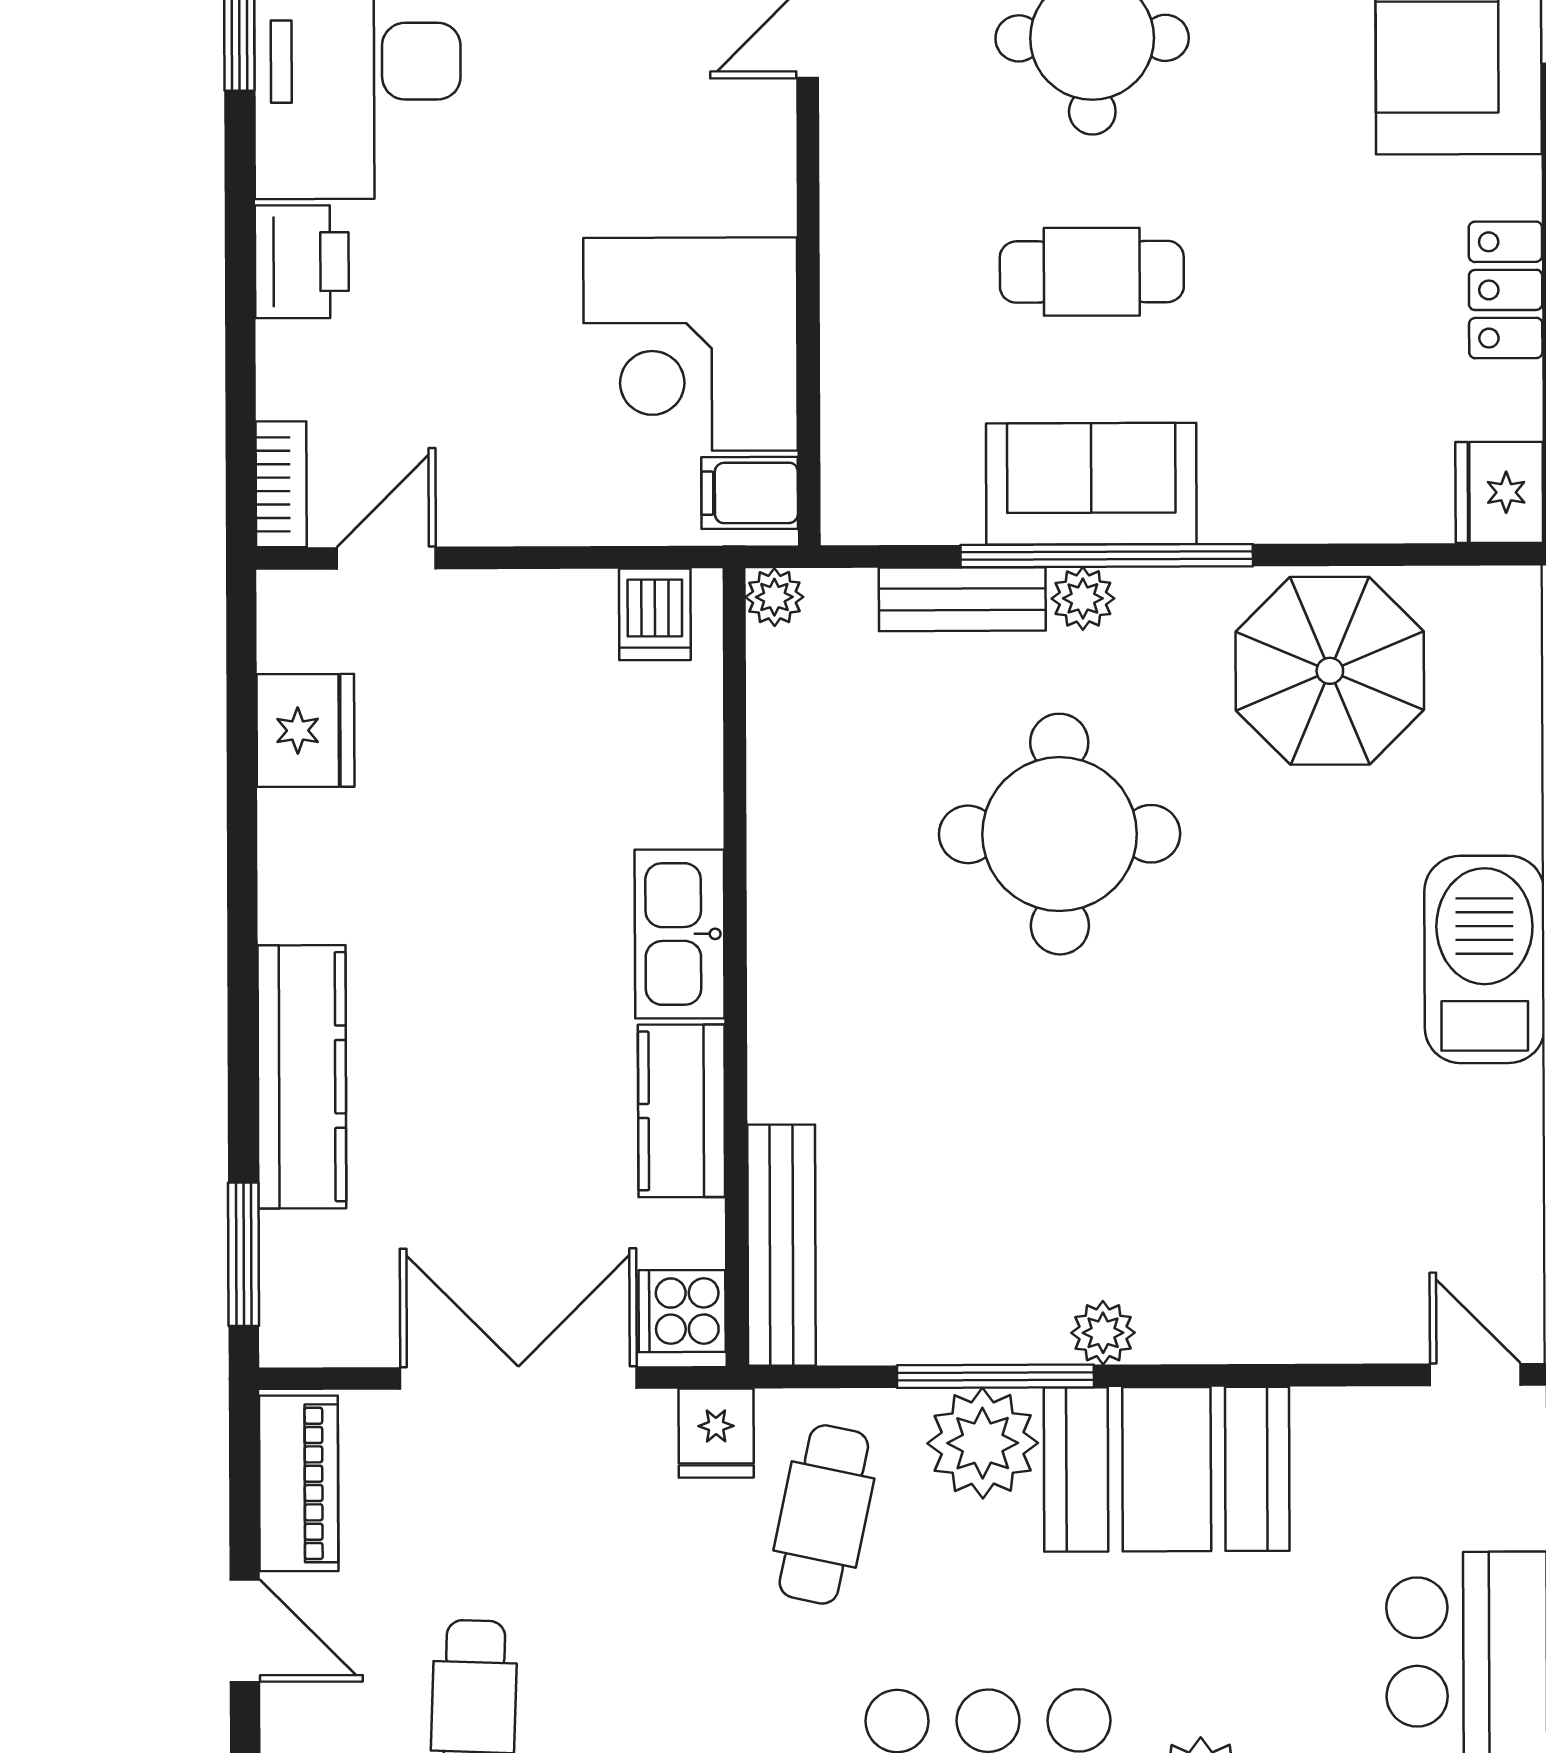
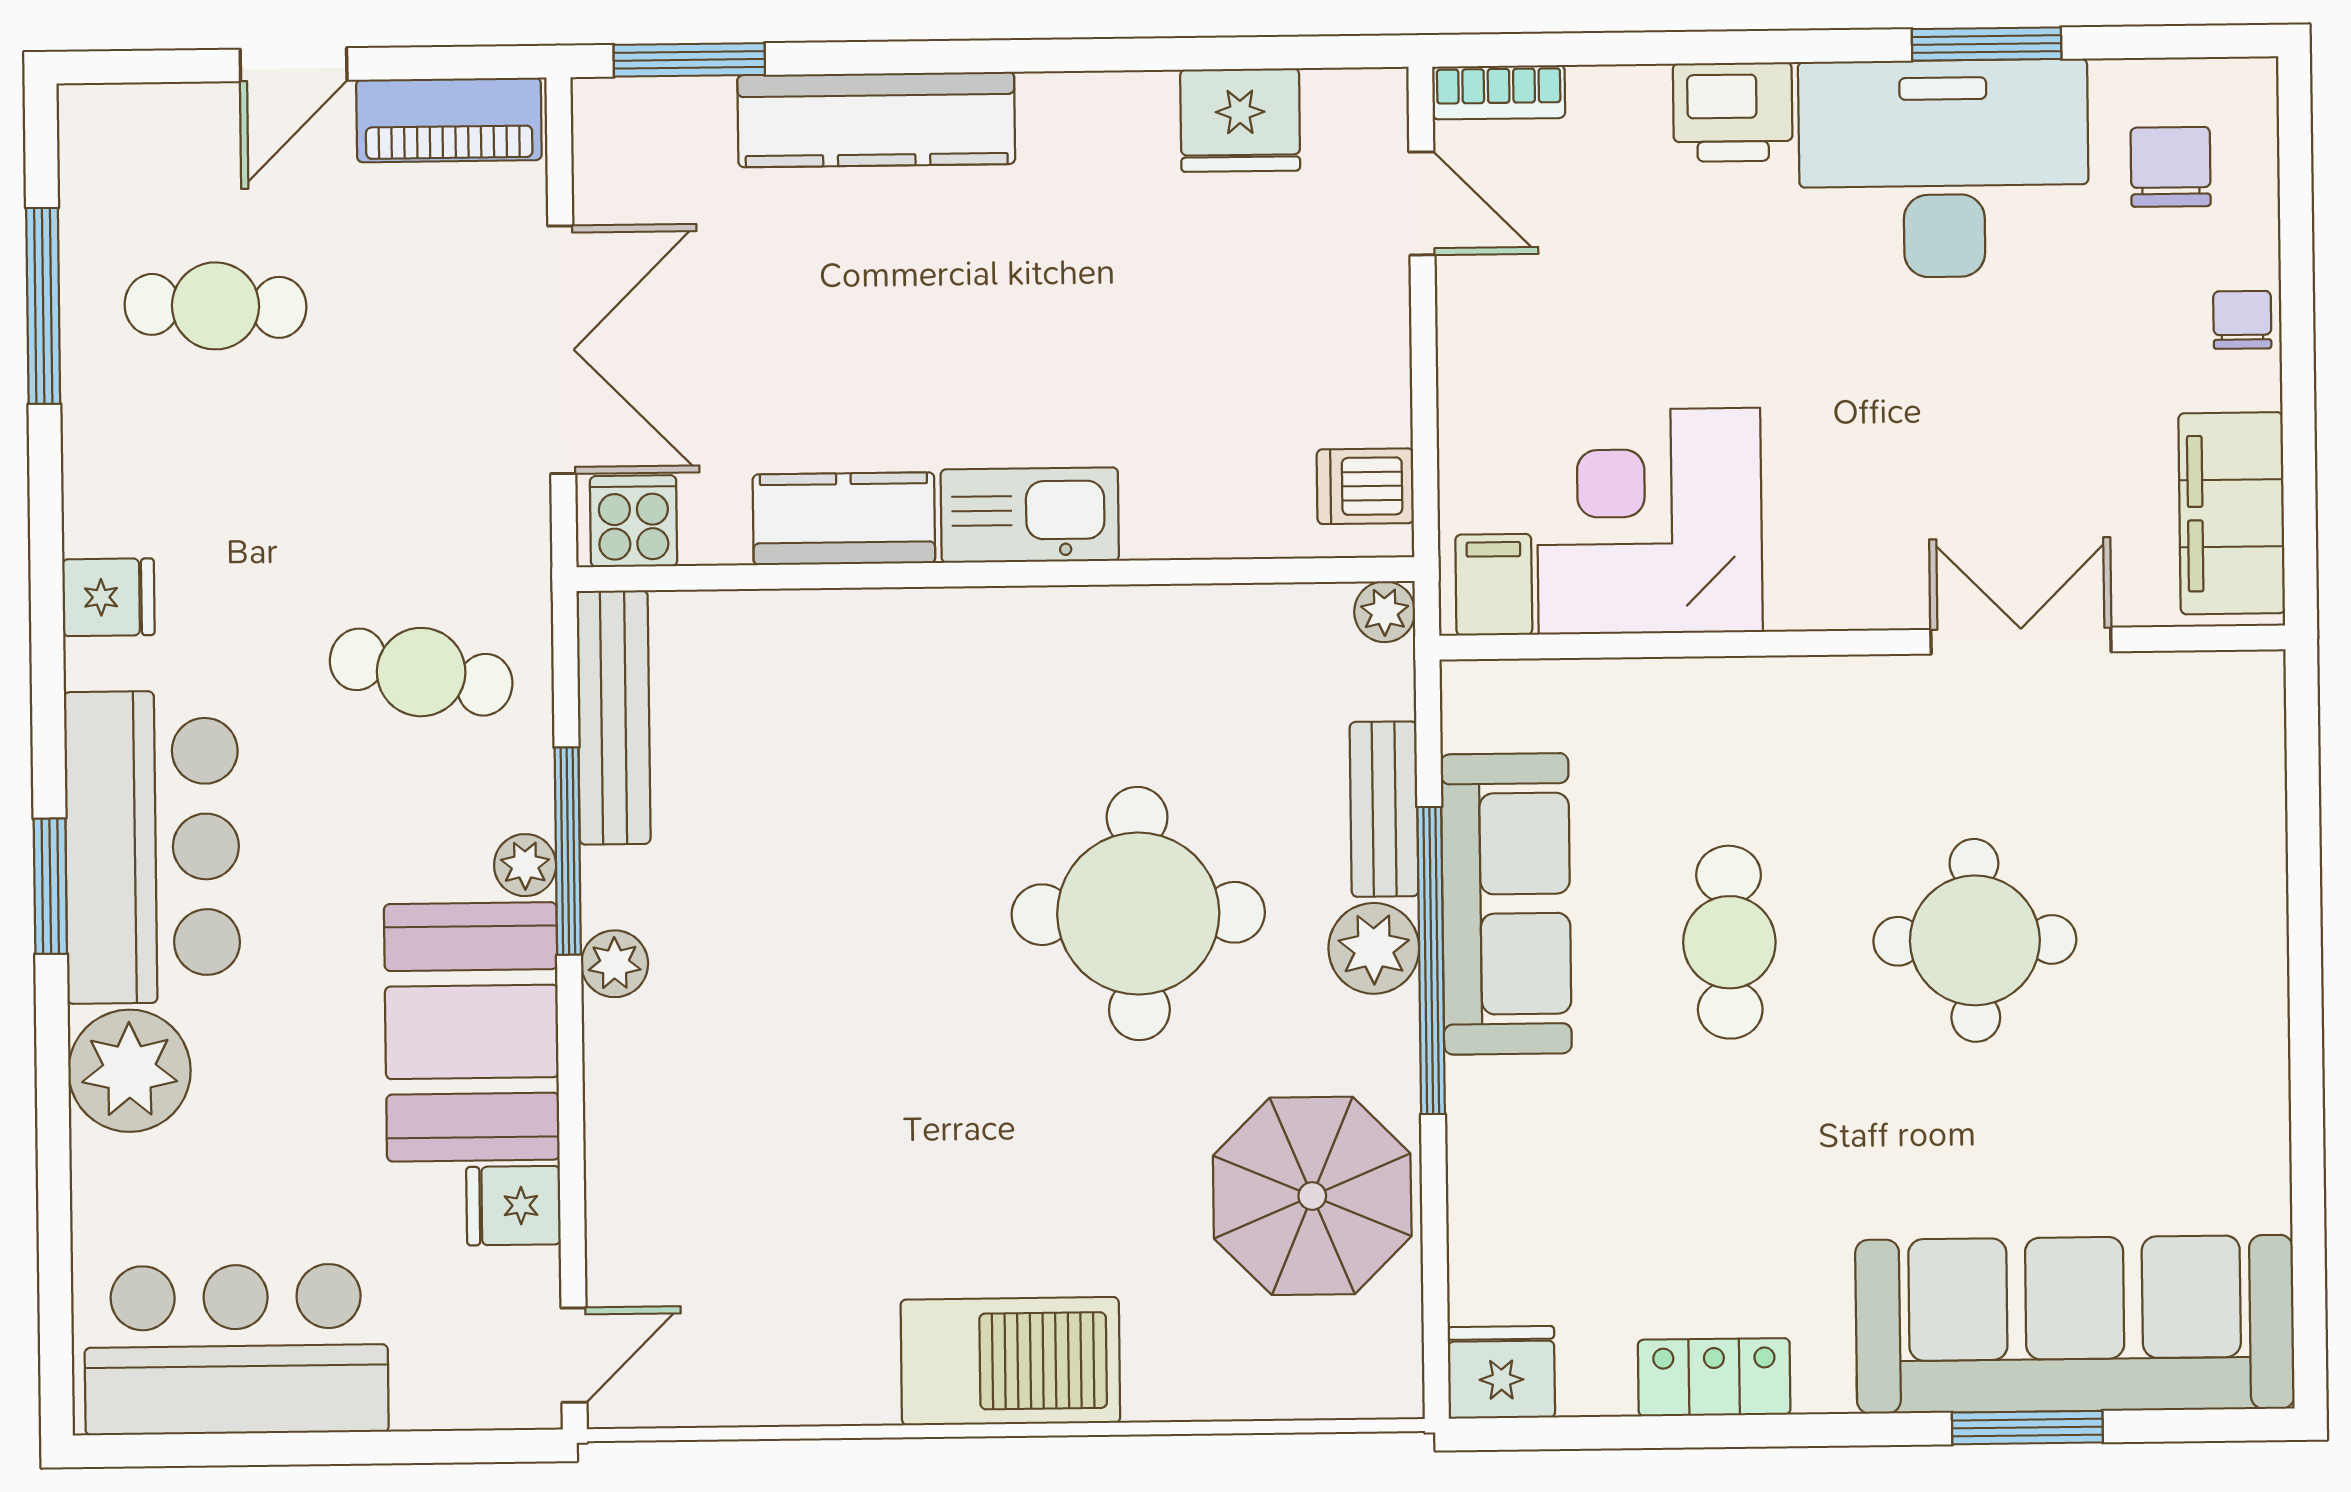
sofa: (1091, 484) -> (1506, 904), width x1.36
plant: (1083, 598) -> (1374, 948), width x1.38, depth x1.38
bench: (781, 1245) -> (614, 717), moved, turned 90
fridge: (716, 1433) -> (513, 1206), moved
plant: (983, 1443) -> (525, 865), width x0.53, depth x0.53

